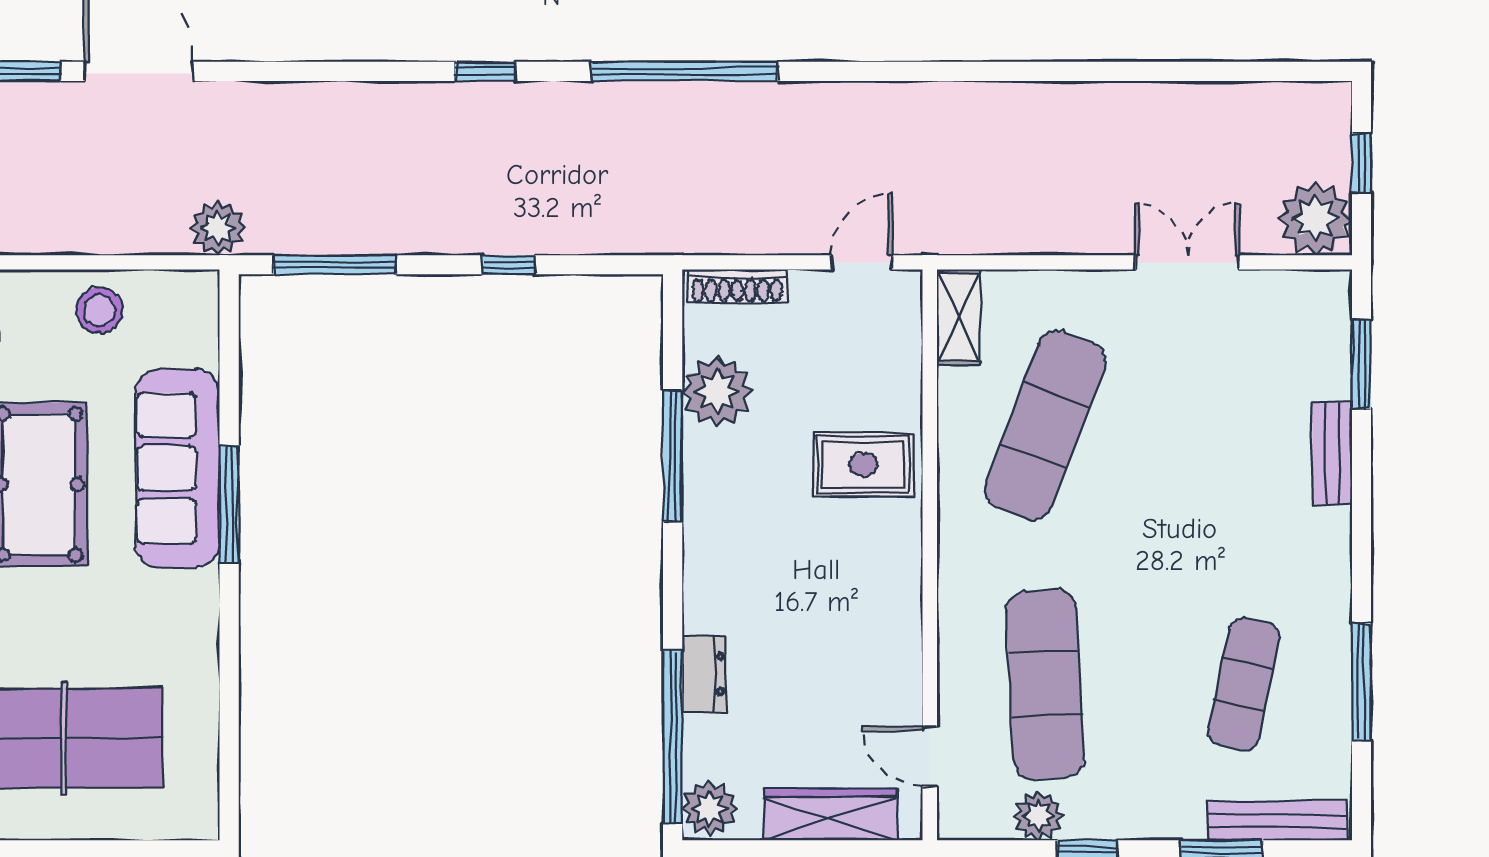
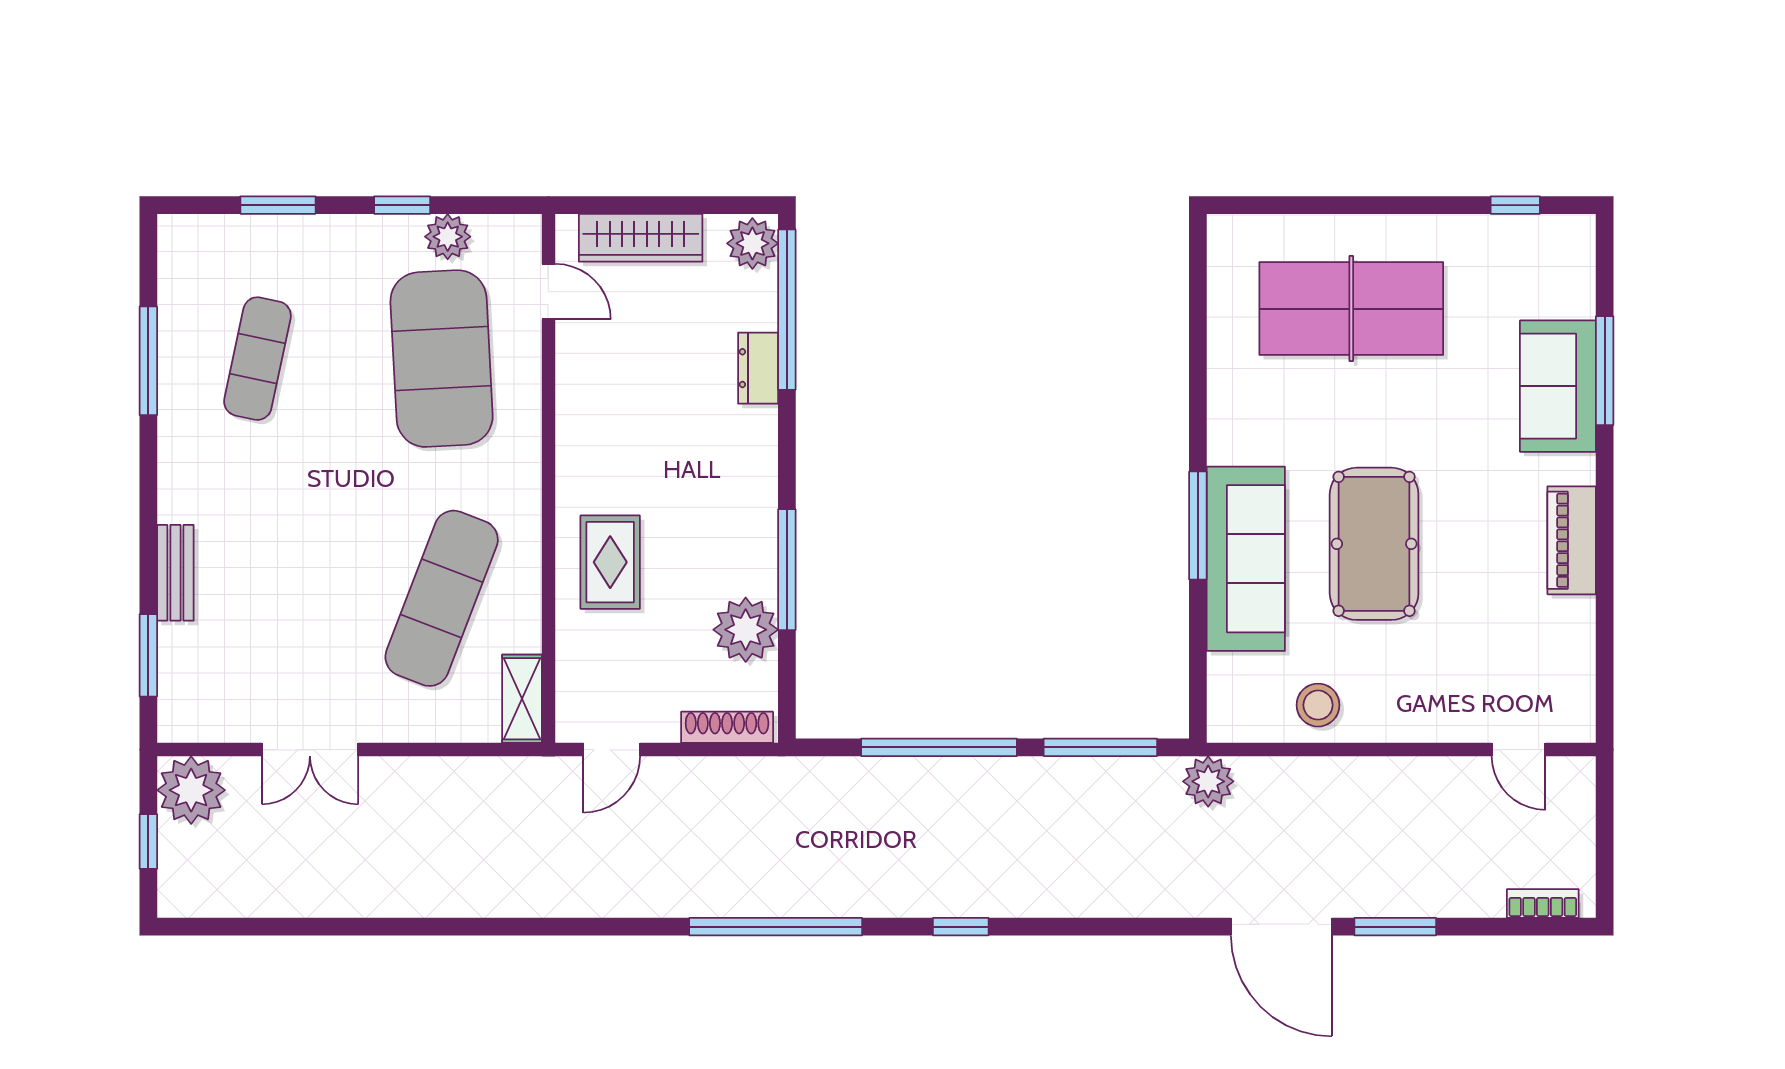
window: (508, 265) -> (939, 747), width x3.17
rug: (863, 465) -> (610, 562), turned 90
exercise mat: (1045, 684) -> (442, 359), width x1.47
bench: (1277, 821) -> (226, 232), removed

